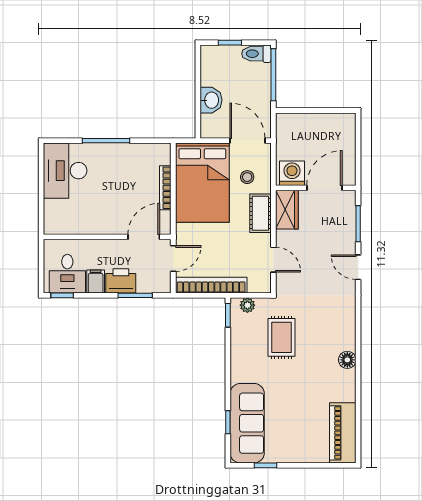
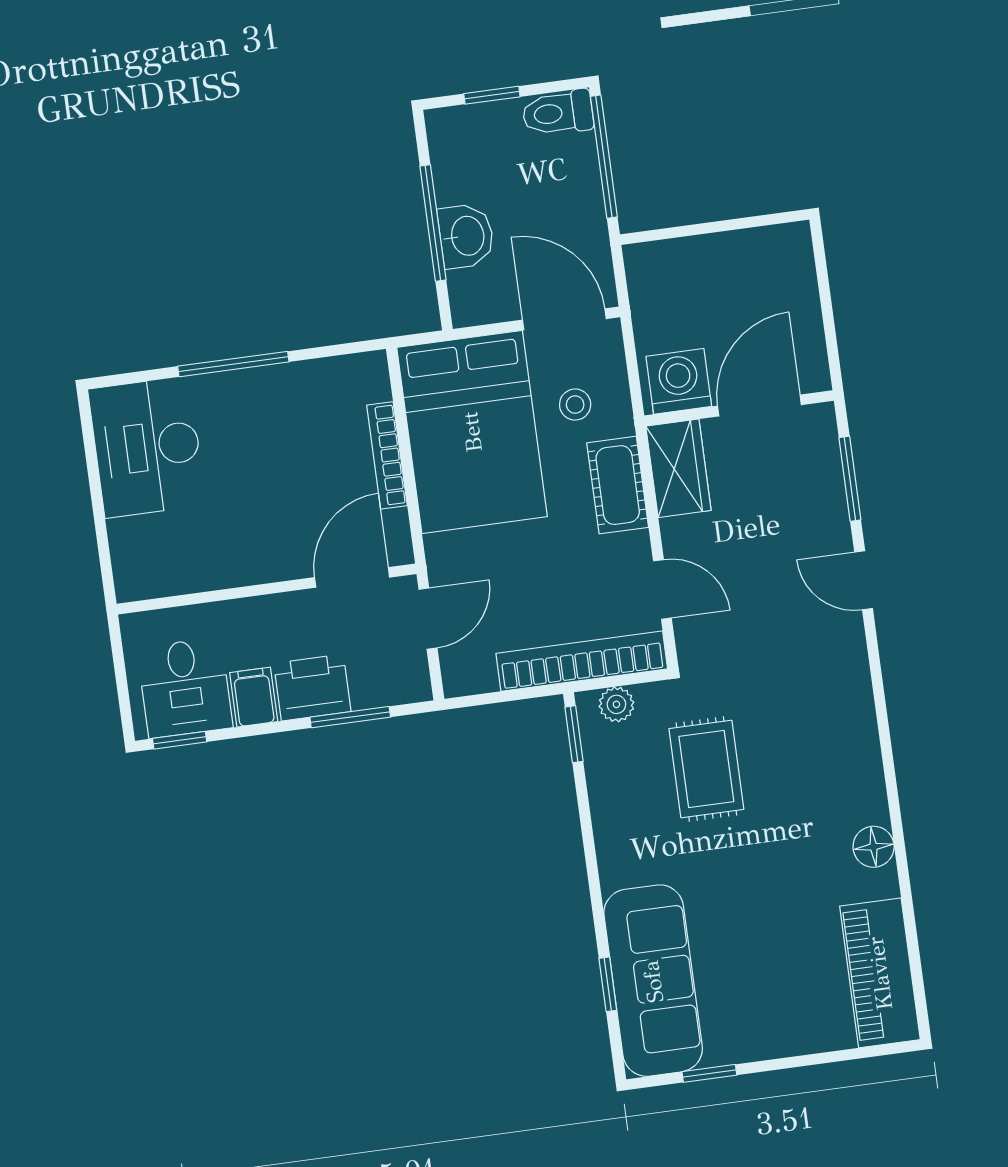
window: (198, 93) -> (433, 223), added
bookcase: (211, 285) -> (582, 661), moved
floor lamp: (347, 360) -> (874, 847), moved

